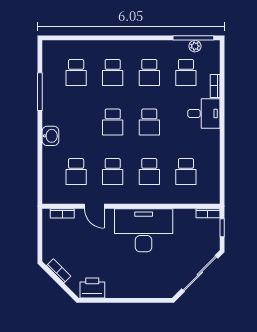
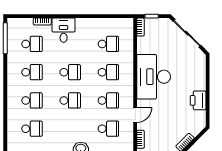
plant: (195, 46) -> (12, 37), removed
printer: (92, 288) -> (198, 100), moved

